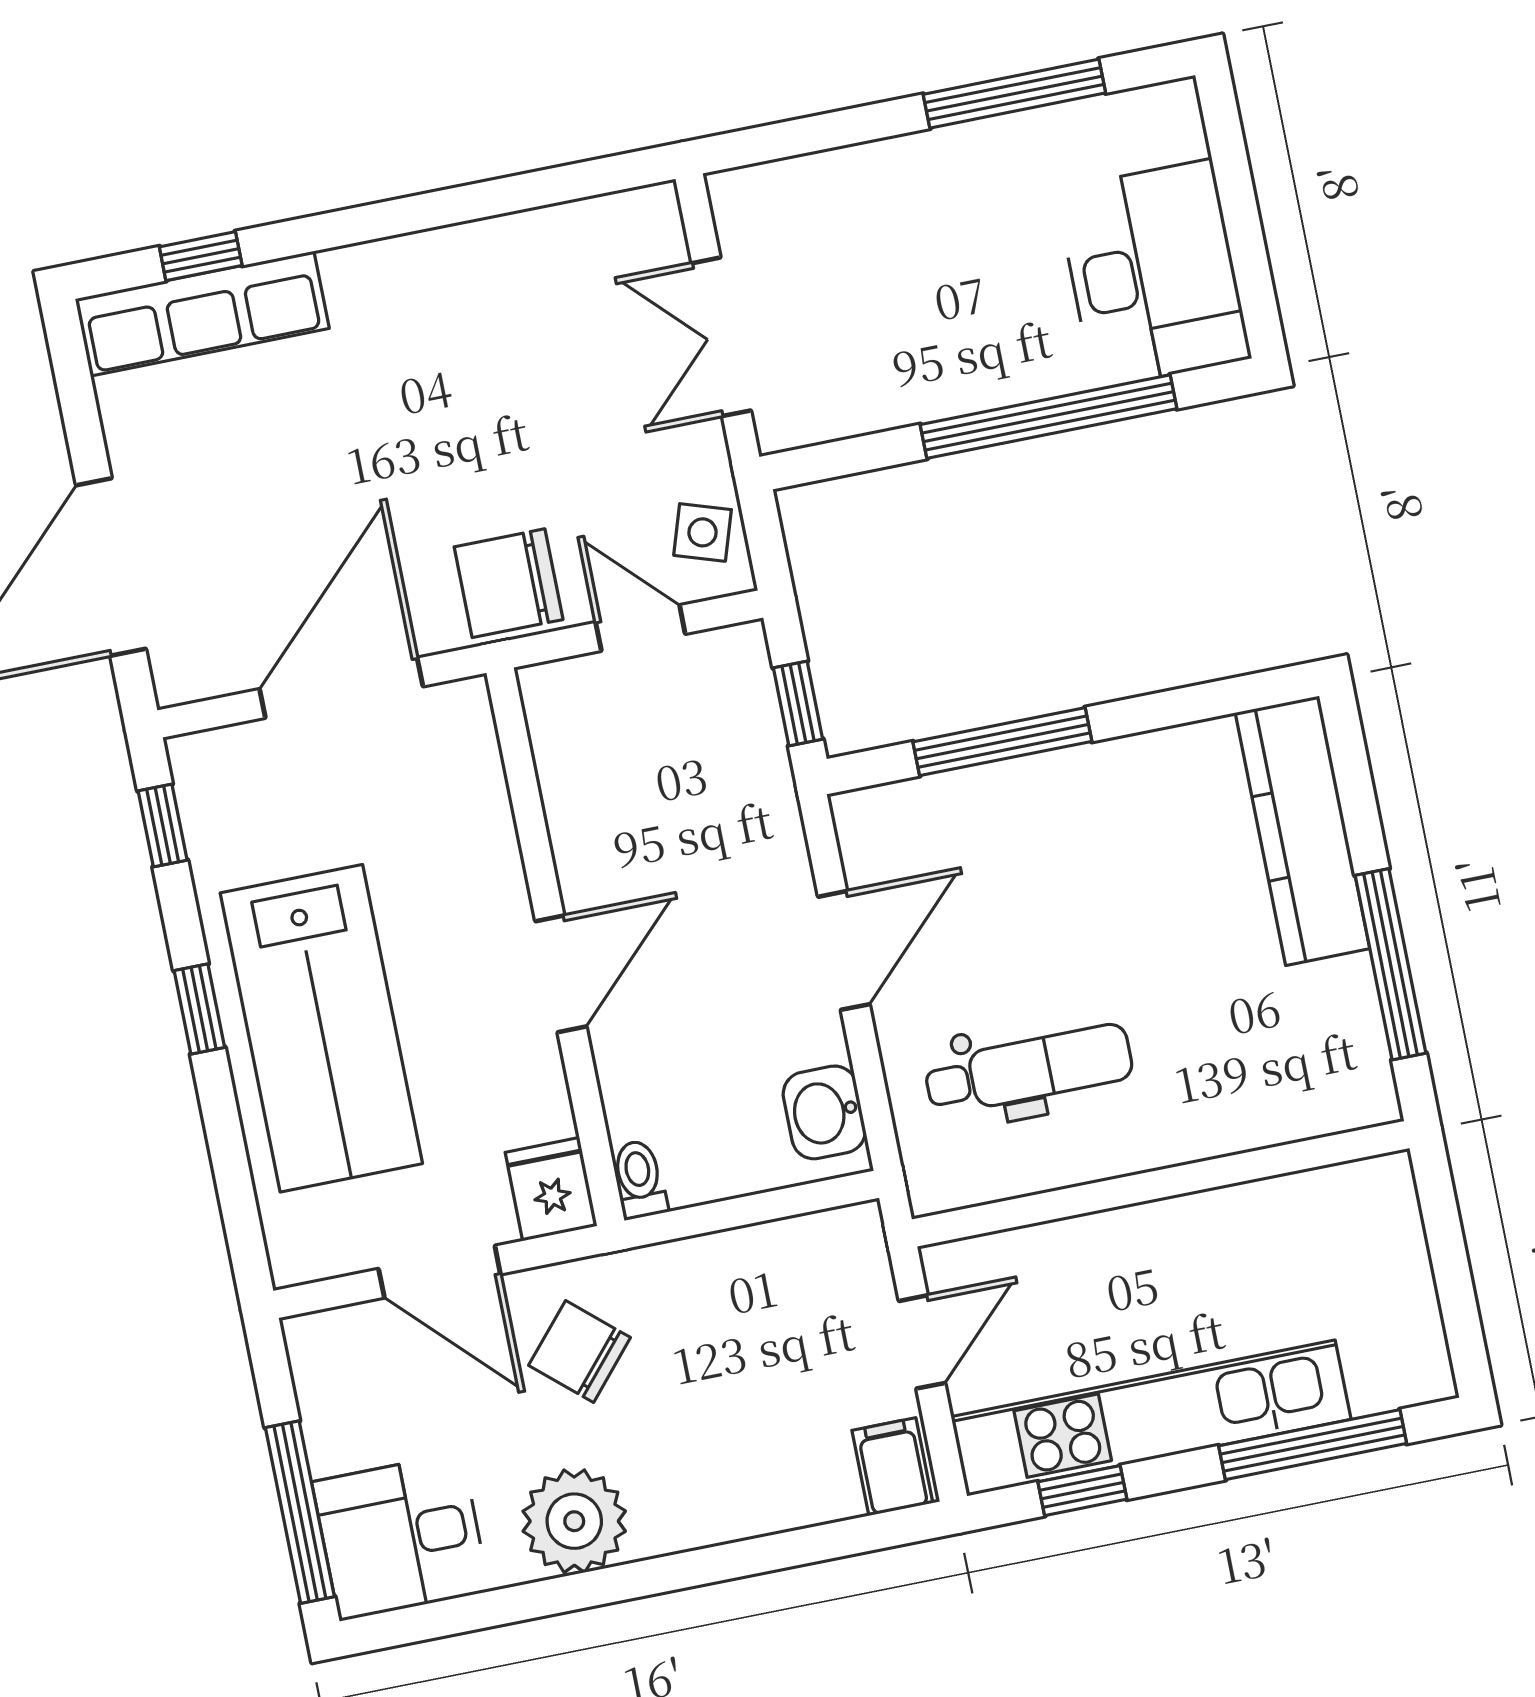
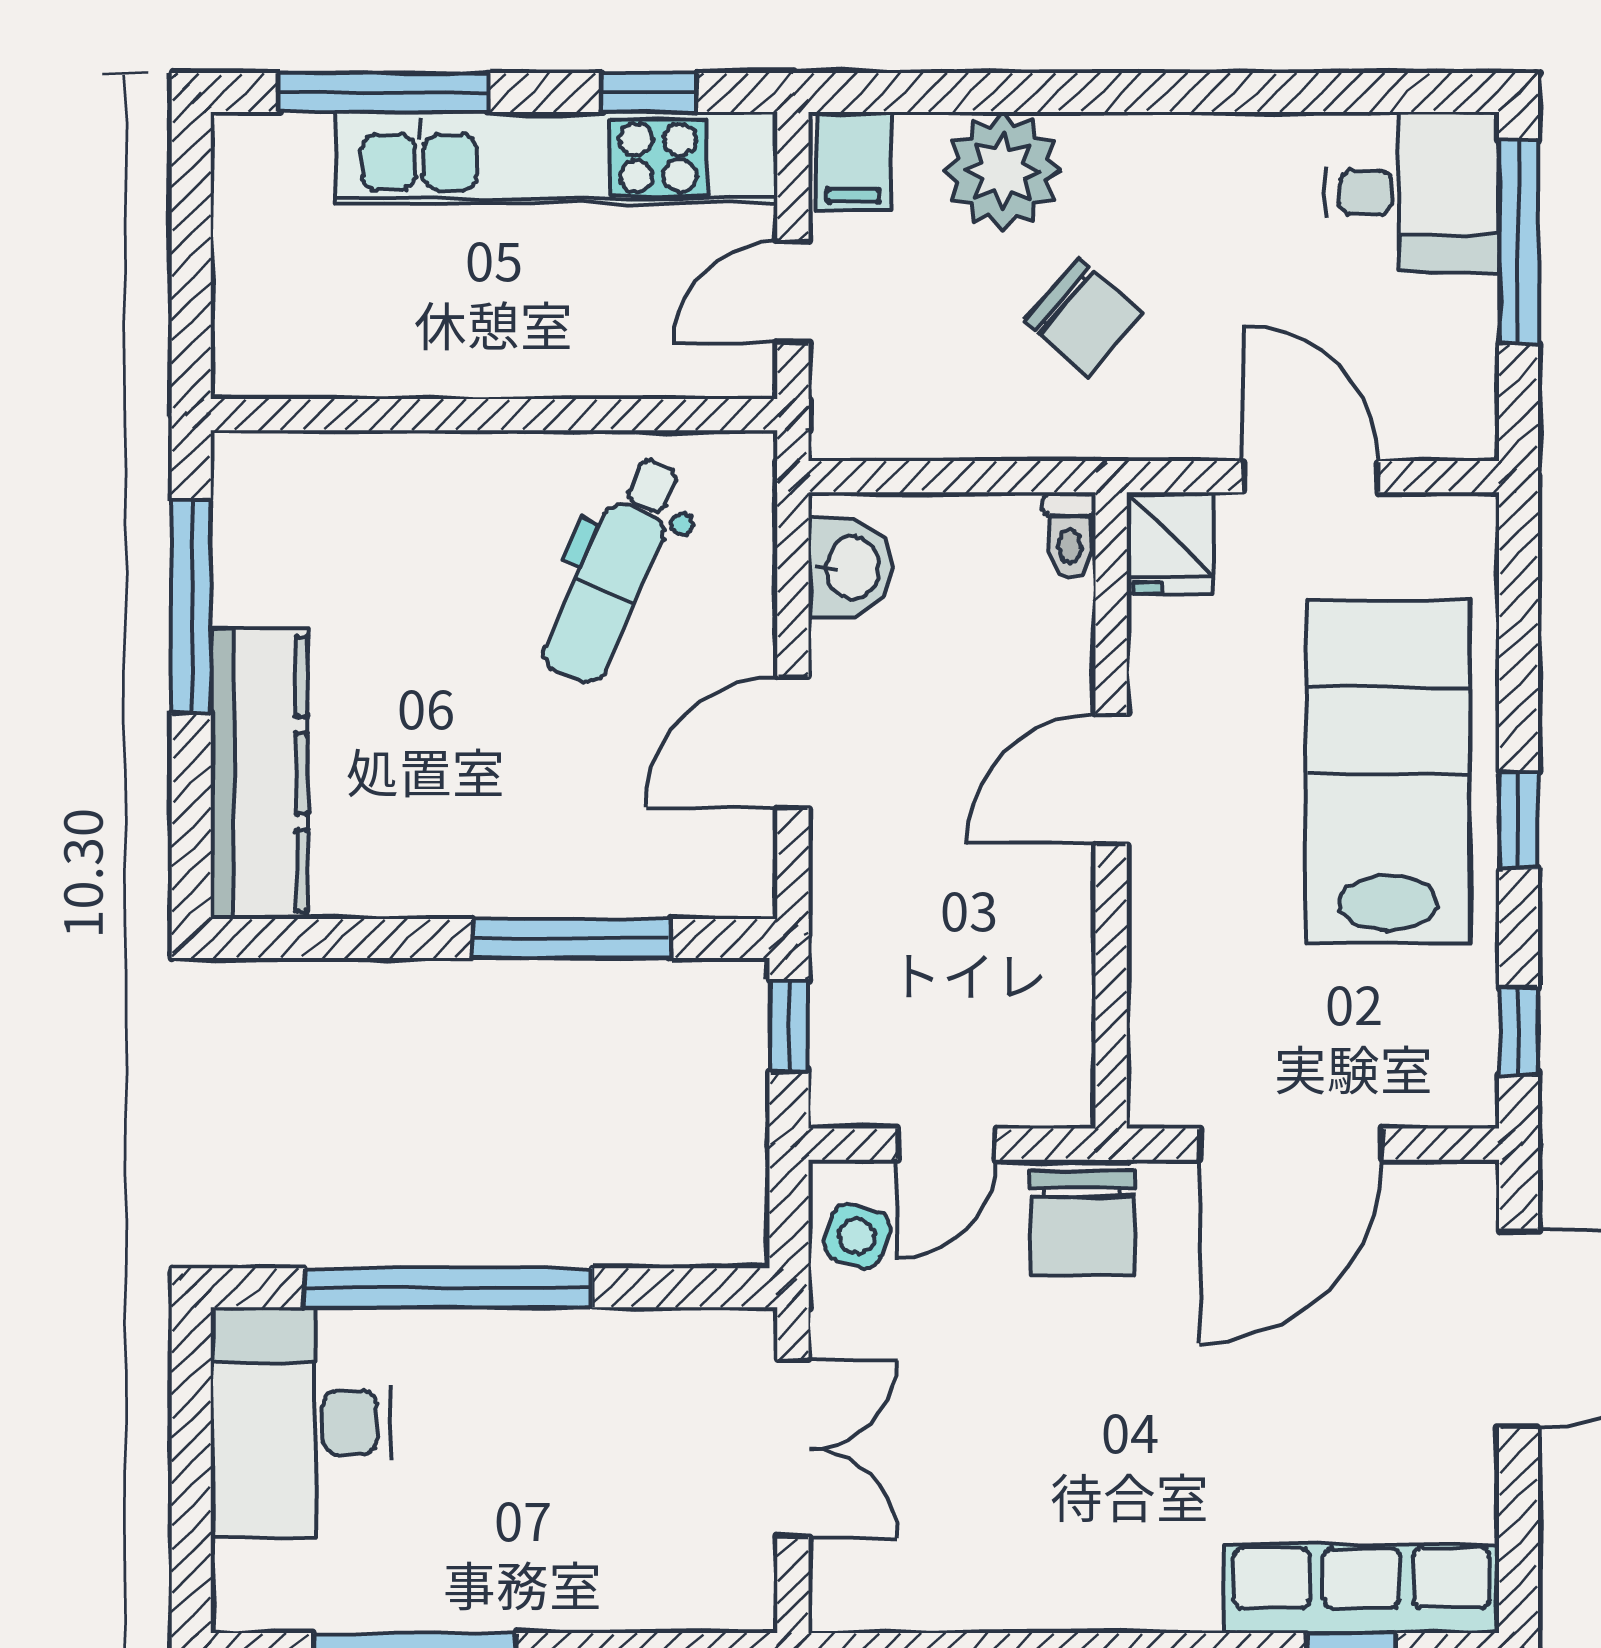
chair: (509, 583) -> (1083, 1223), turned 90
door: (640, 628) -> (947, 1144), hinge flipped
dental chair: (1029, 1069) -> (615, 570), turned -66
chair: (580, 1351) -> (1084, 317), moved
plant: (574, 1521) -> (1003, 171), moved

